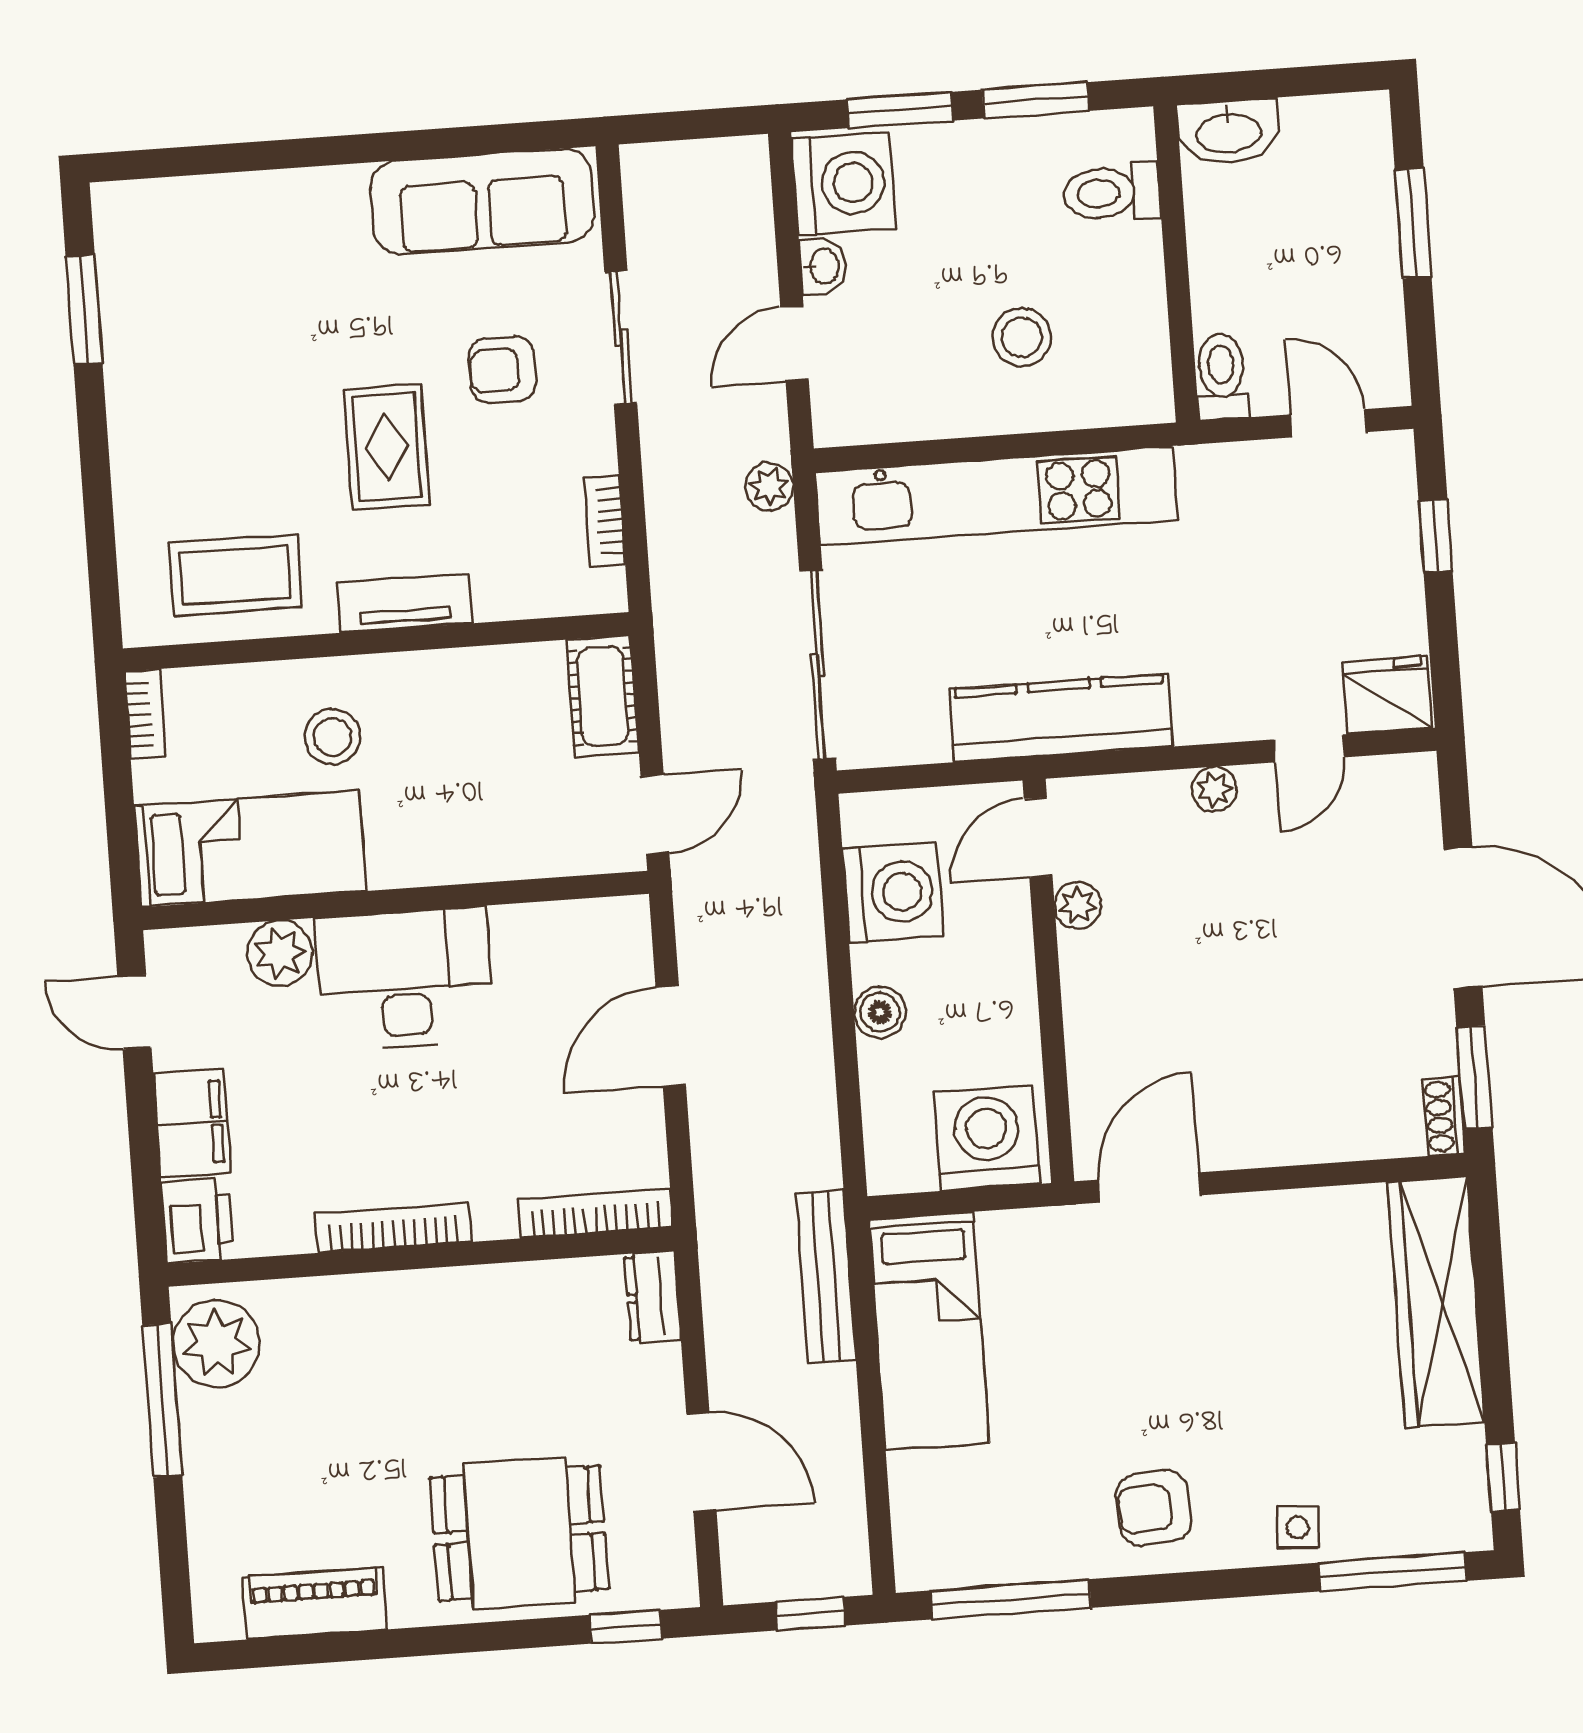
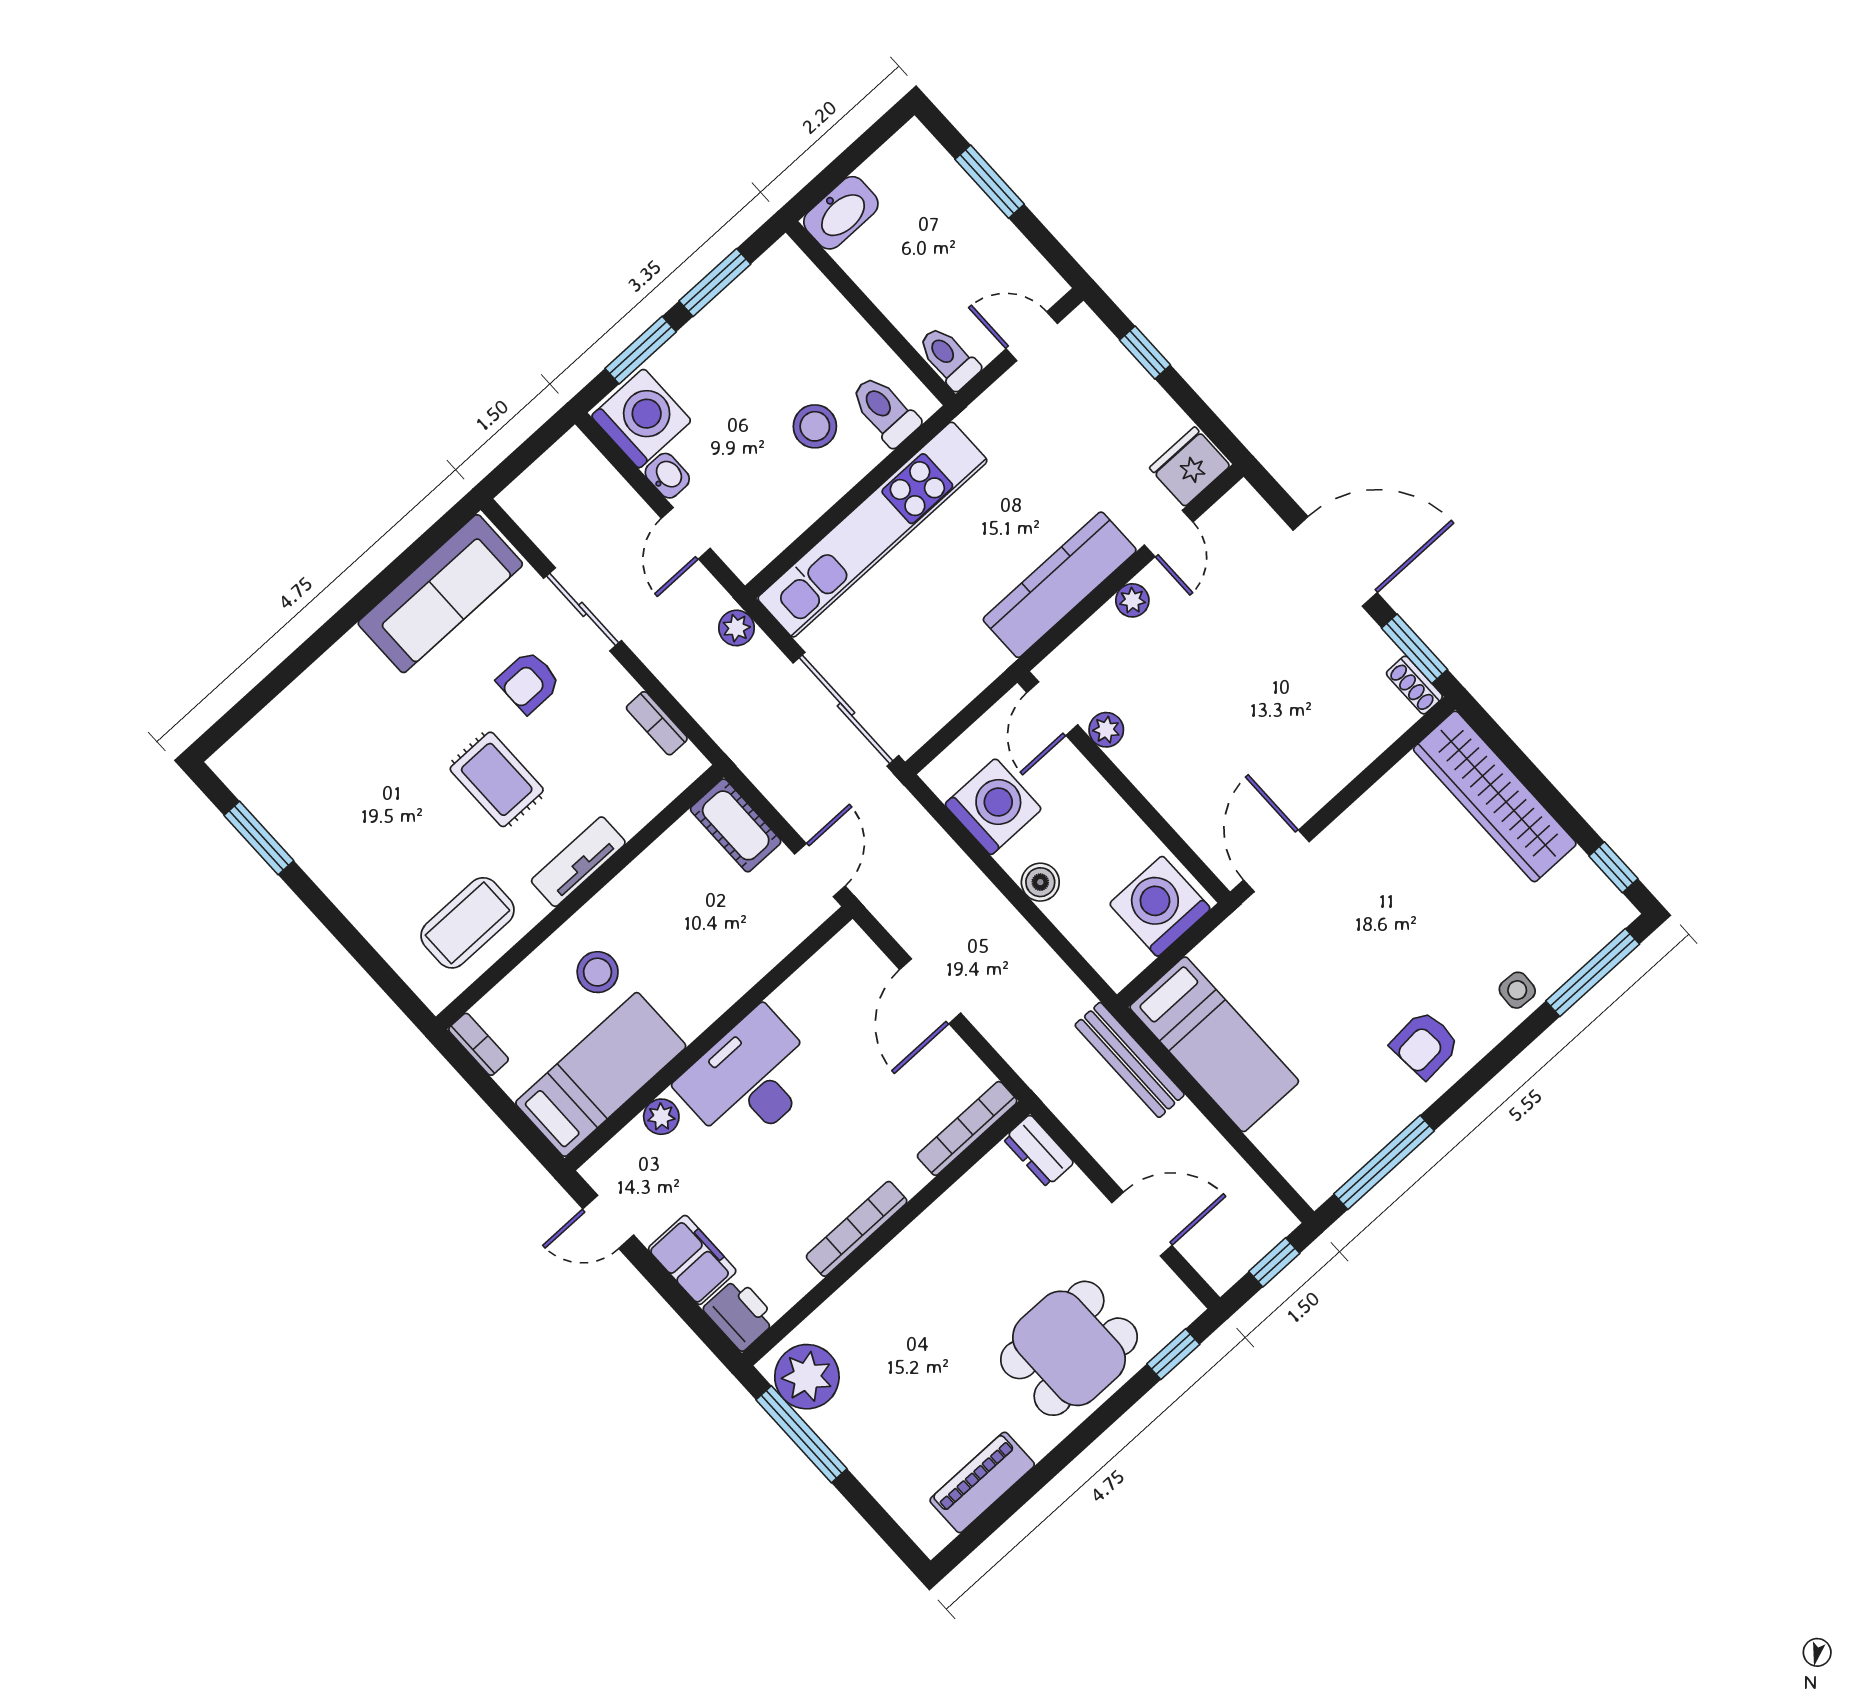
toilet: (1112, 193) -> (885, 411), moved, turned 90
kitchen counter: (1061, 718) -> (1060, 585), moved
plant: (280, 953) -> (661, 1117), width x0.73, depth x0.73

